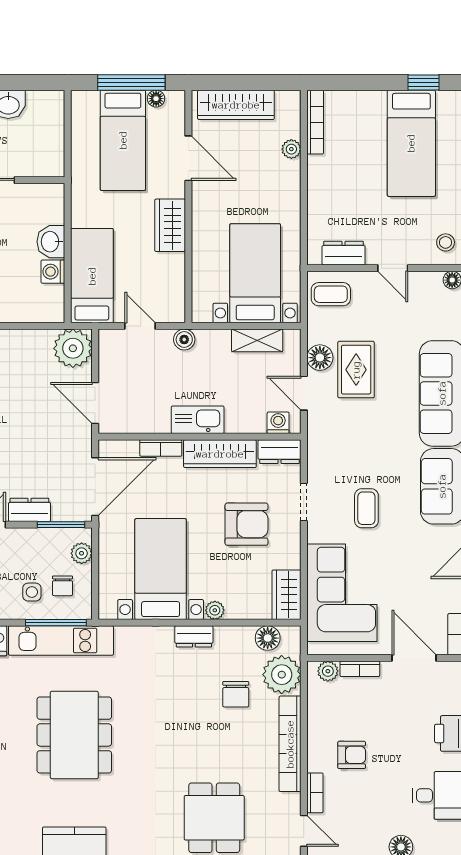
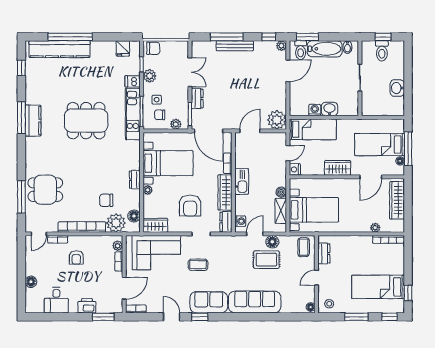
nightstand: (173, 312) -> (295, 169), added
boiler: (184, 339) -> (281, 192), moved

